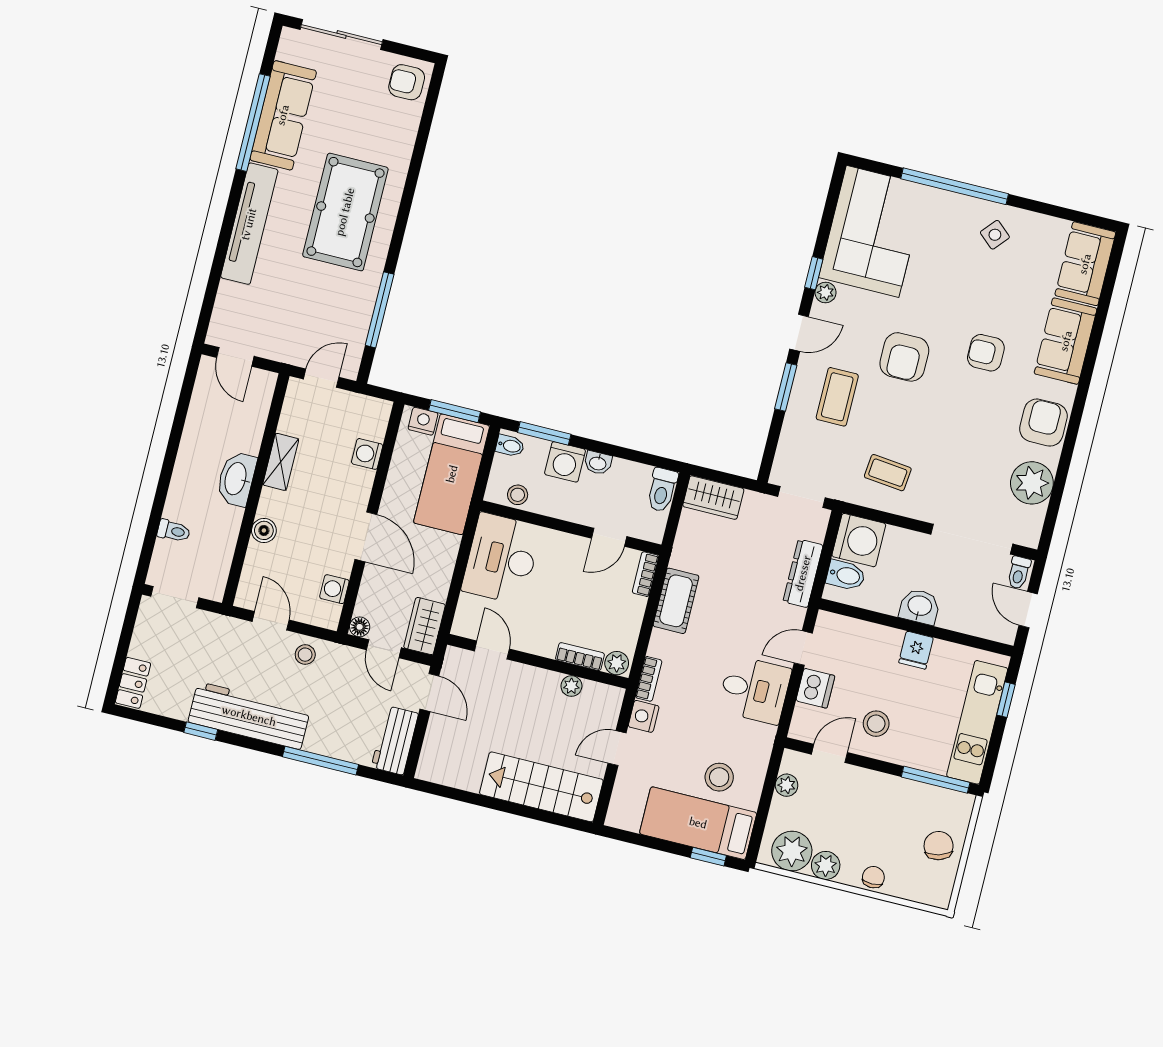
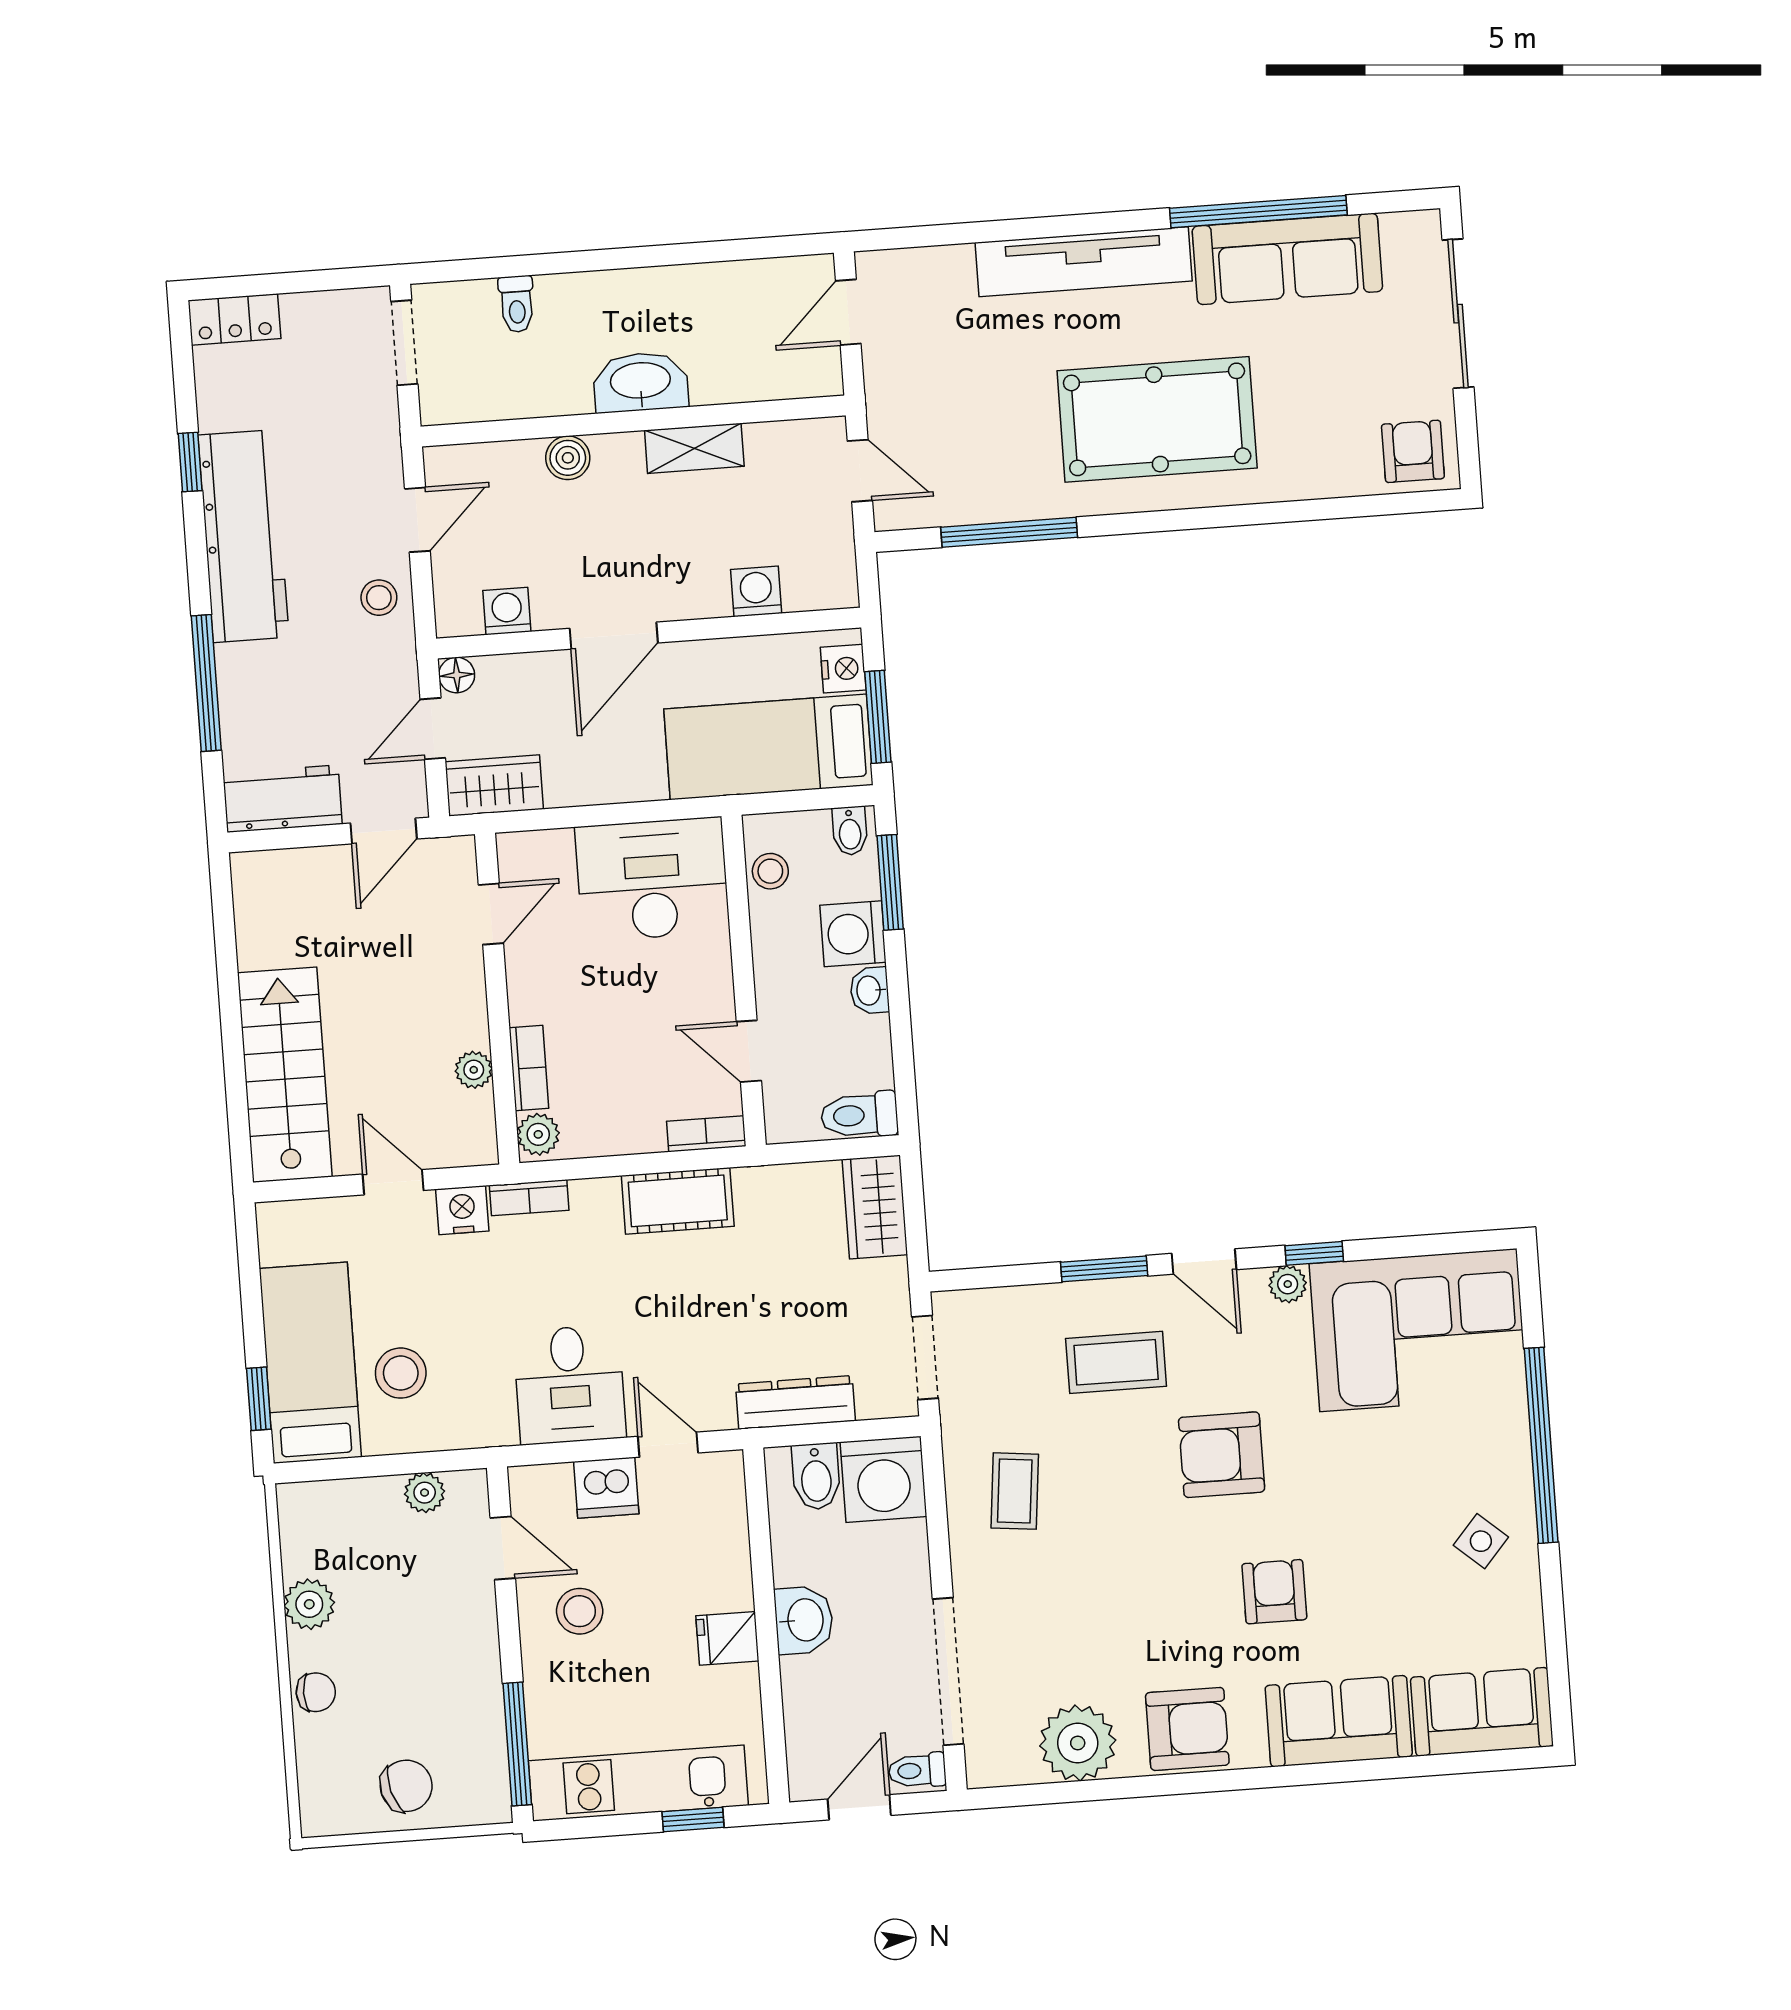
plant: (792, 851) -> (315, 1538), removed

